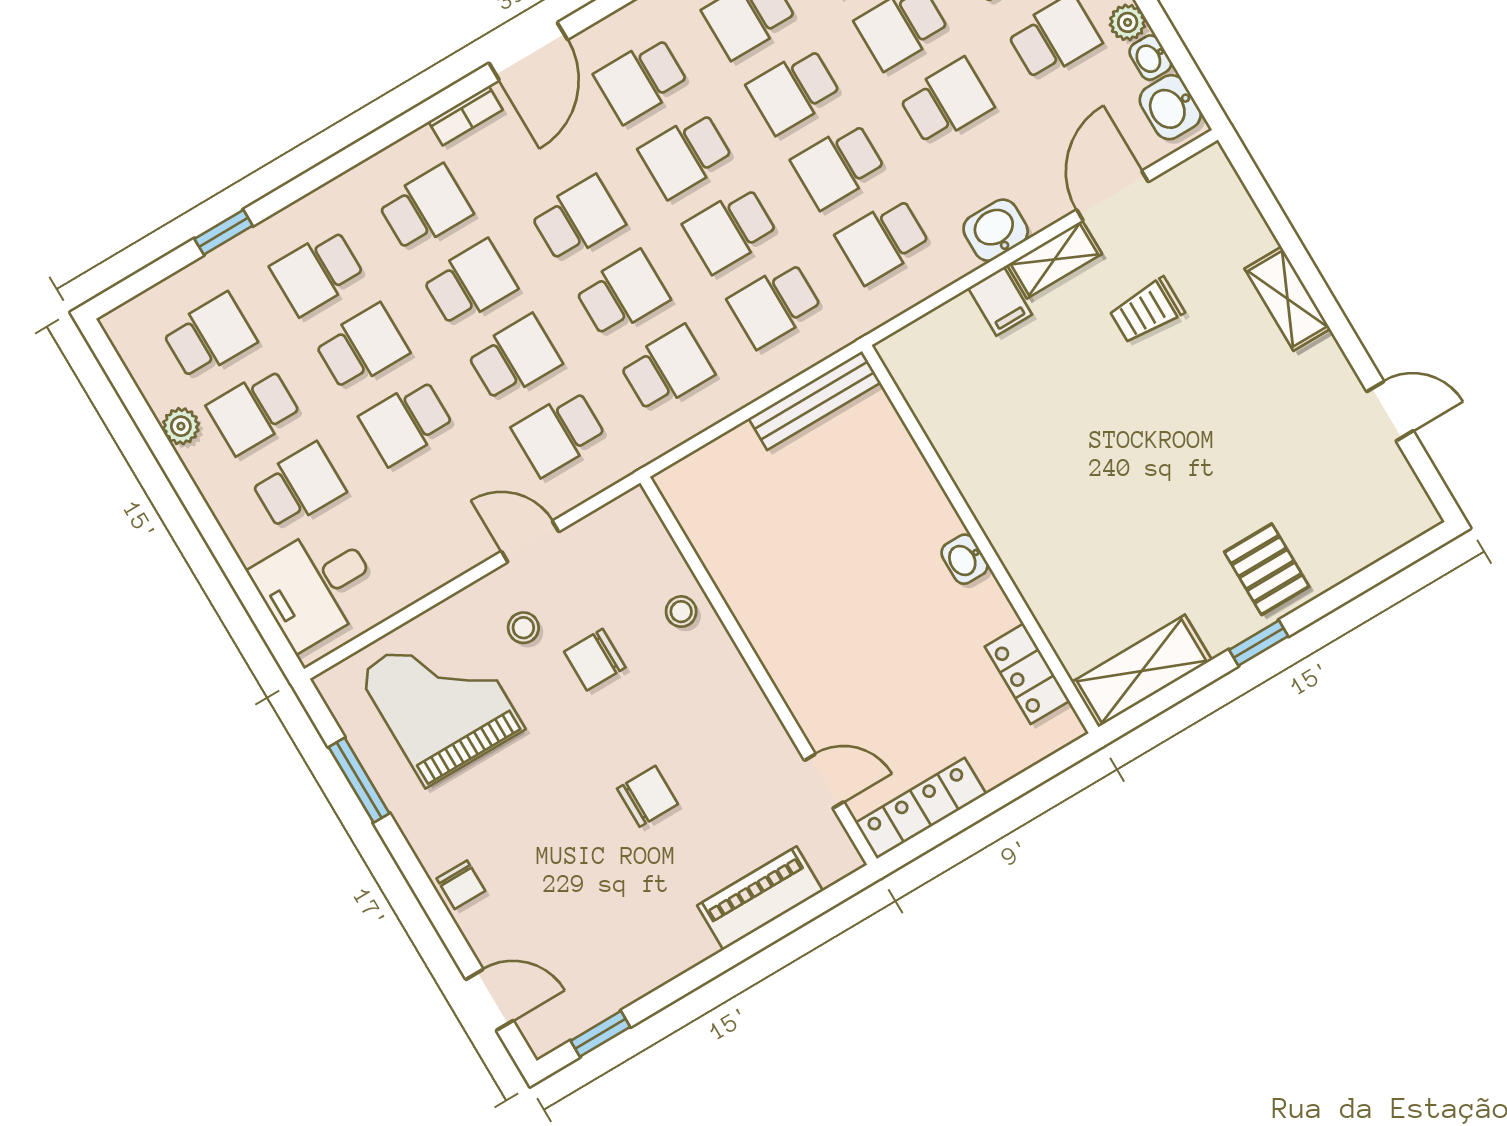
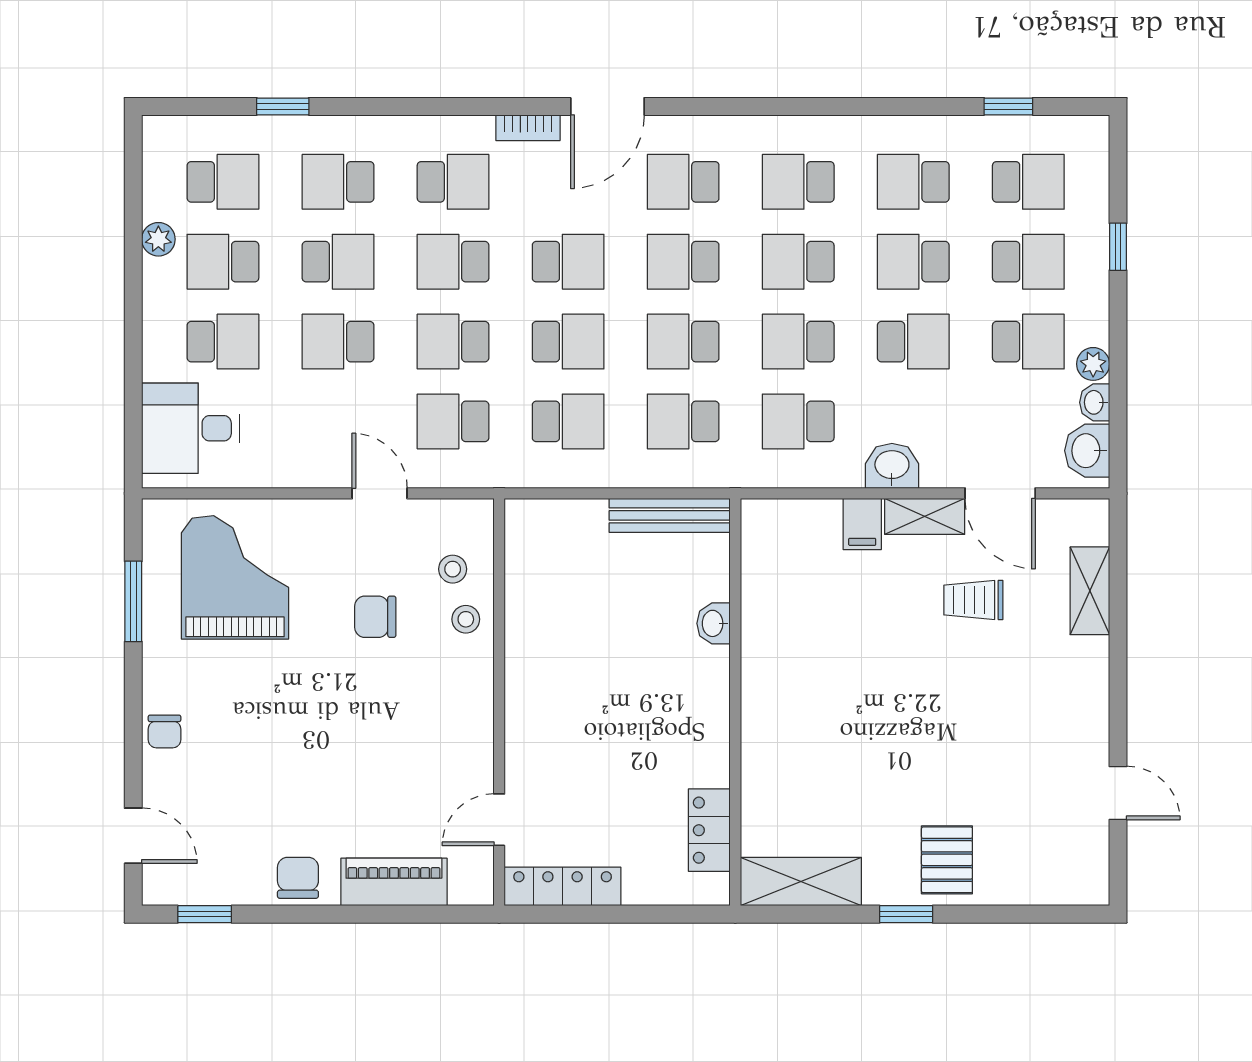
door: (1112, 196) -> (1000, 493), swing flipped
school desk: (470, 283) -> (453, 262), turned 180
shelving: (1287, 299) -> (1090, 591), moved
school desk: (514, 358) -> (453, 342), turned 180
washbasin: (965, 559) -> (714, 623), moved
stool: (523, 628) -> (453, 569), moved
door: (824, 781) -> (499, 820), swing flipped
chair: (647, 796) -> (298, 878), moved, turned -90

